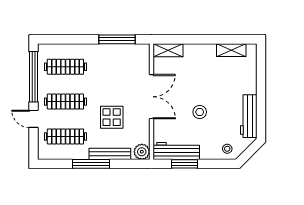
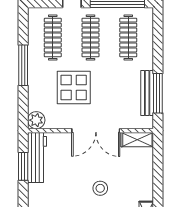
shelving: (168, 50) -> (137, 140), moved, turned 90
stool: (200, 112) -> (100, 188), moved
display table: (112, 117) -> (74, 88), width x1.36, depth x1.36
bench: (110, 154) -> (147, 93), moved

